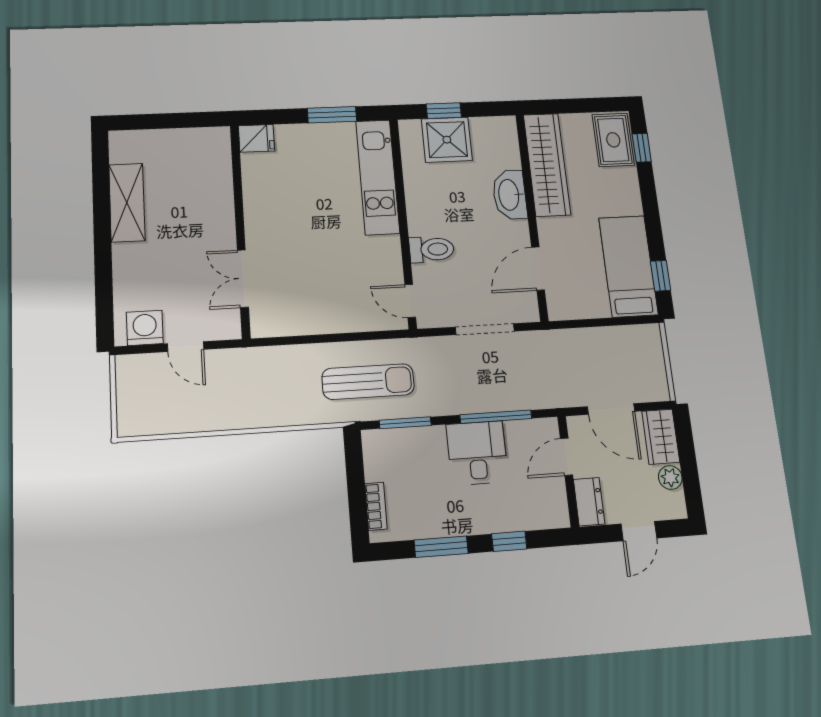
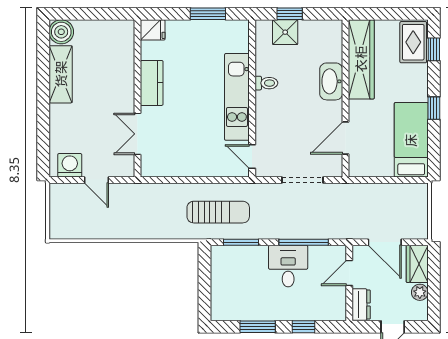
shower: (447, 140) -> (285, 32), width x0.73, depth x0.73
boiler: (126, 146) -> (61, 32), added
kitchen unit: (378, 177) -> (237, 97), moved
kitchen counter: (259, 208) -> (152, 83), added
toilet: (432, 249) -> (266, 83), moved, width x0.73, depth x0.72
window: (661, 276) -> (434, 108), moved
bookcase: (376, 506) -> (217, 297), removed

